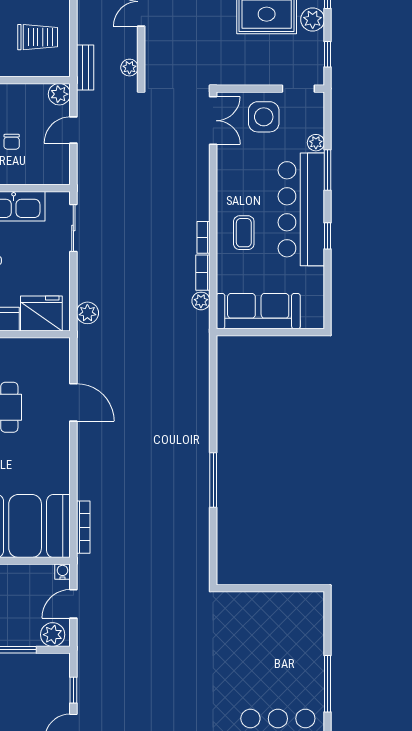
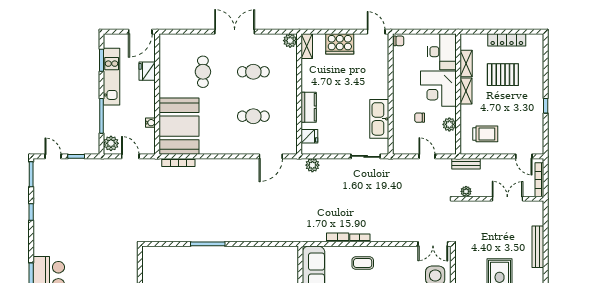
trolley: (38, 37) -> (485, 134), turned -90
plant: (59, 94) -> (449, 124), moved
plant: (201, 301) -> (320, 236), removed
fridge: (41, 313) -> (309, 136), width x0.53, depth x0.75
door: (73, 402) -> (271, 156), moved
water cooler: (63, 572) -> (150, 123), moved

